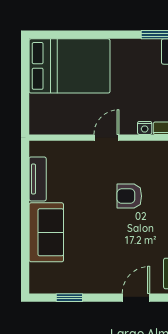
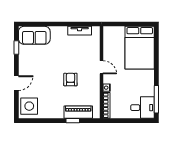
sofa: (46, 232) -> (34, 35), moved
door: (136, 298) -> (16, 83), hinge flipped

